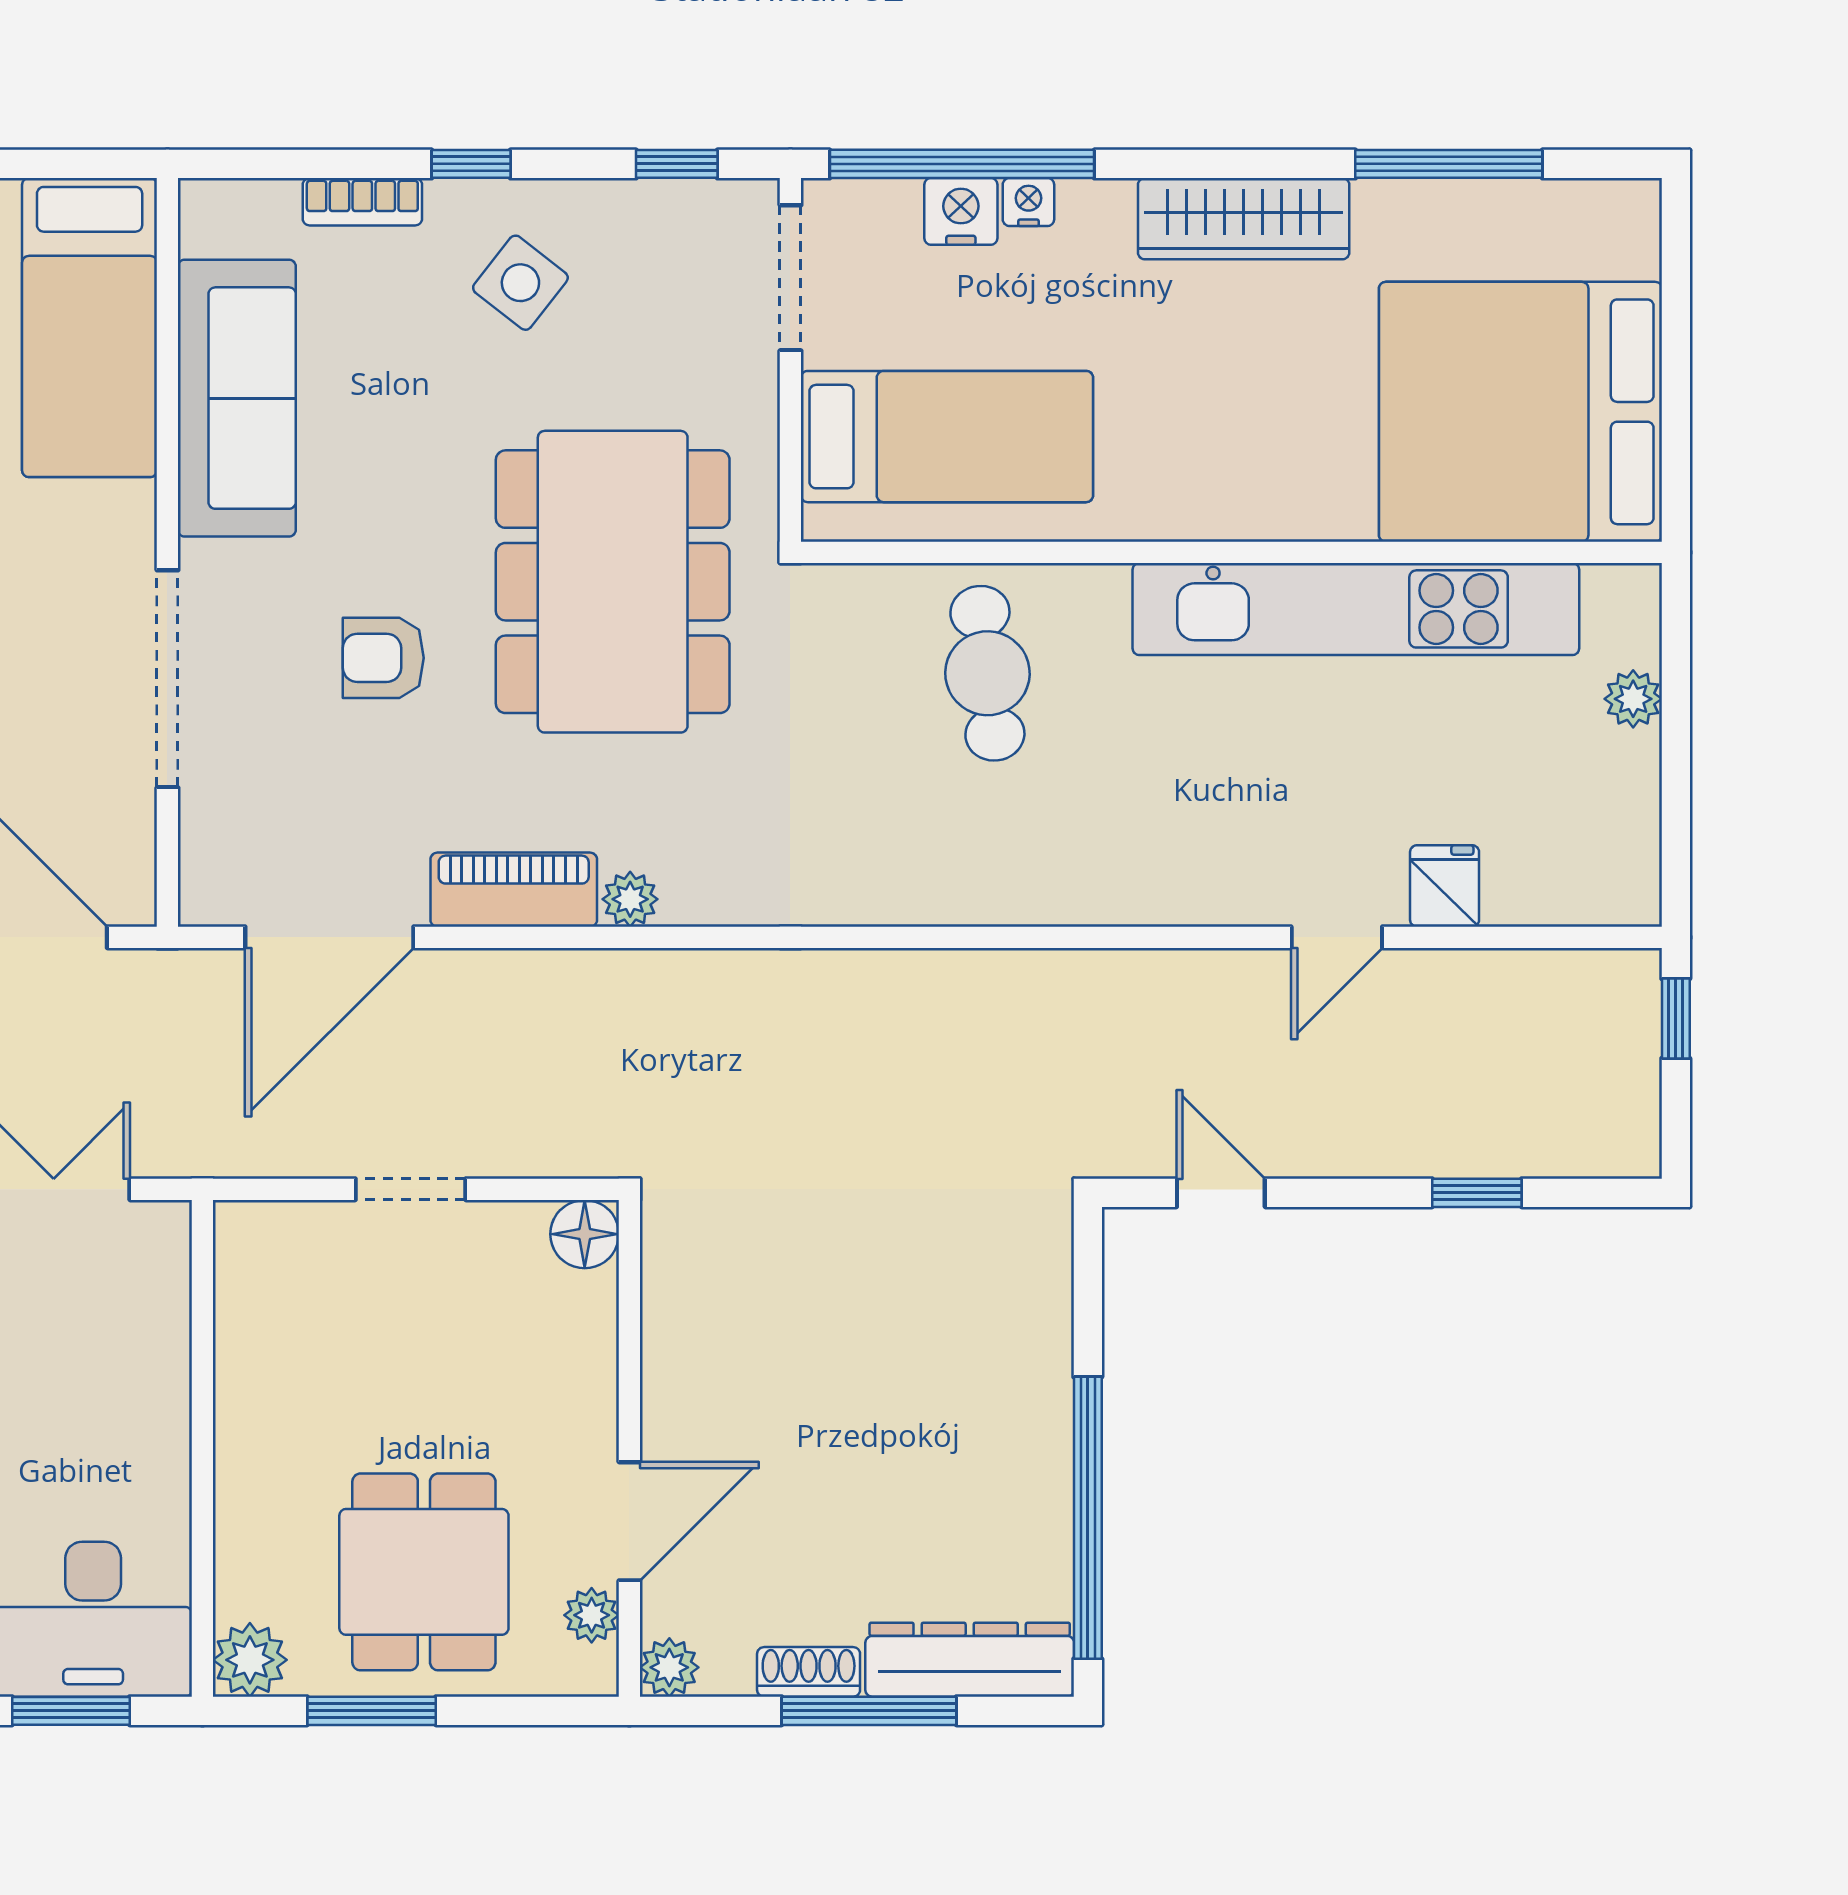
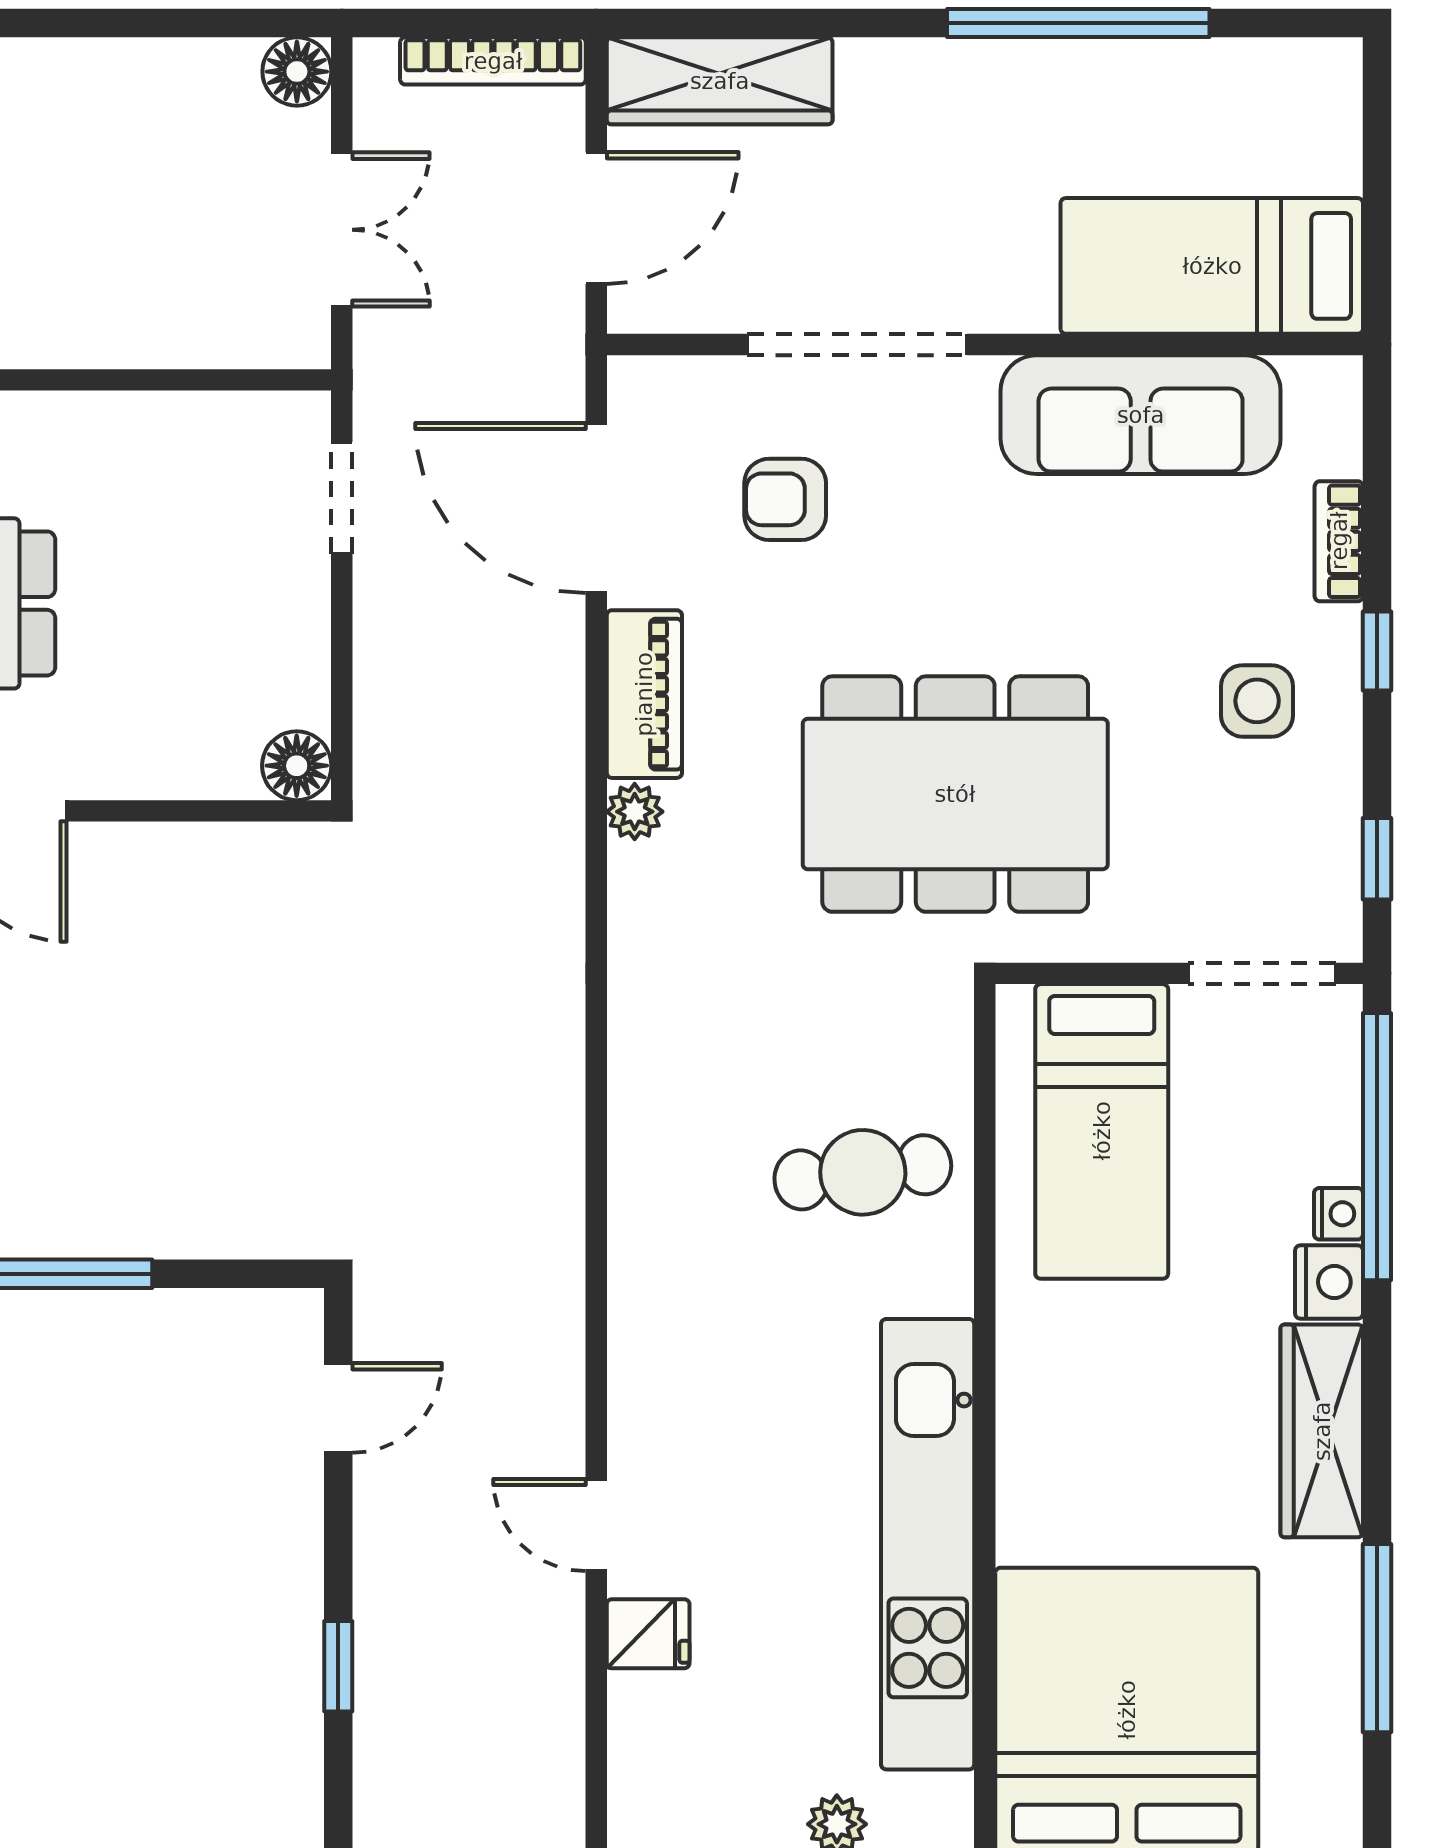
nightstand: (961, 211) -> (1329, 1282), moved
side table: (520, 283) -> (1257, 701), turned -38
armchair: (383, 658) -> (785, 499), moved, turned -90
doorway: (411, 1189) -> (342, 498), moved

